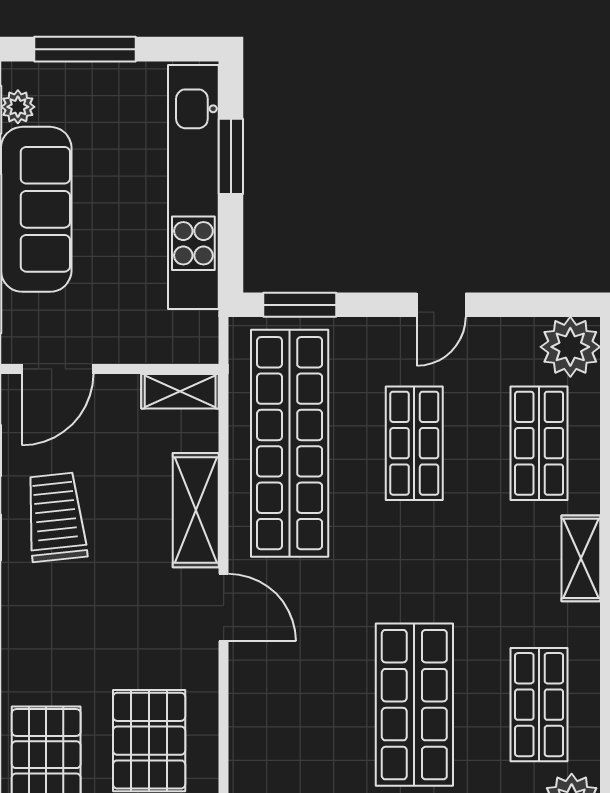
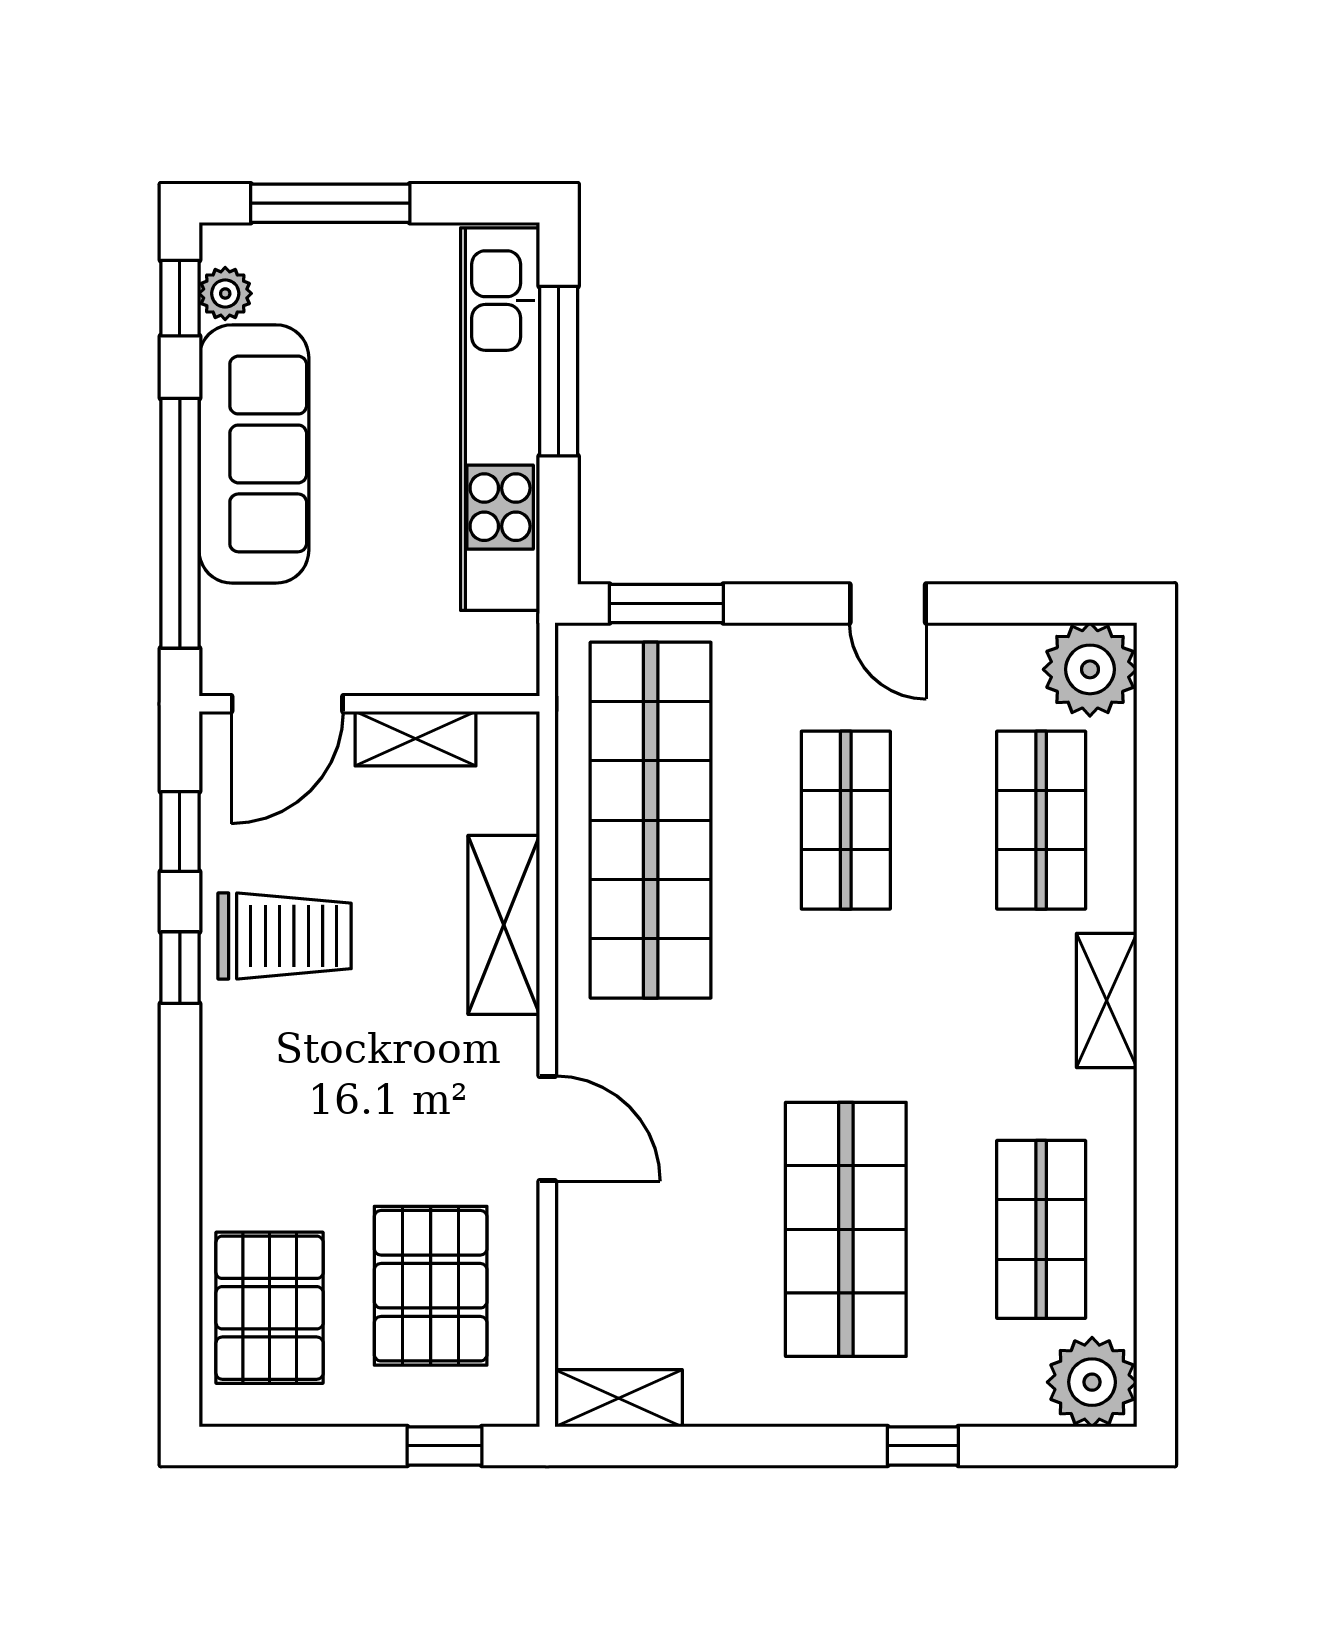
window: (231, 156) -> (559, 371), width x1.44
door: (441, 305) -> (888, 603), hinge flipped
shelving: (180, 391) -> (416, 739), moved
trolley: (56, 517) -> (285, 936), turned 96
door: (224, 607) -> (547, 1129), moved

